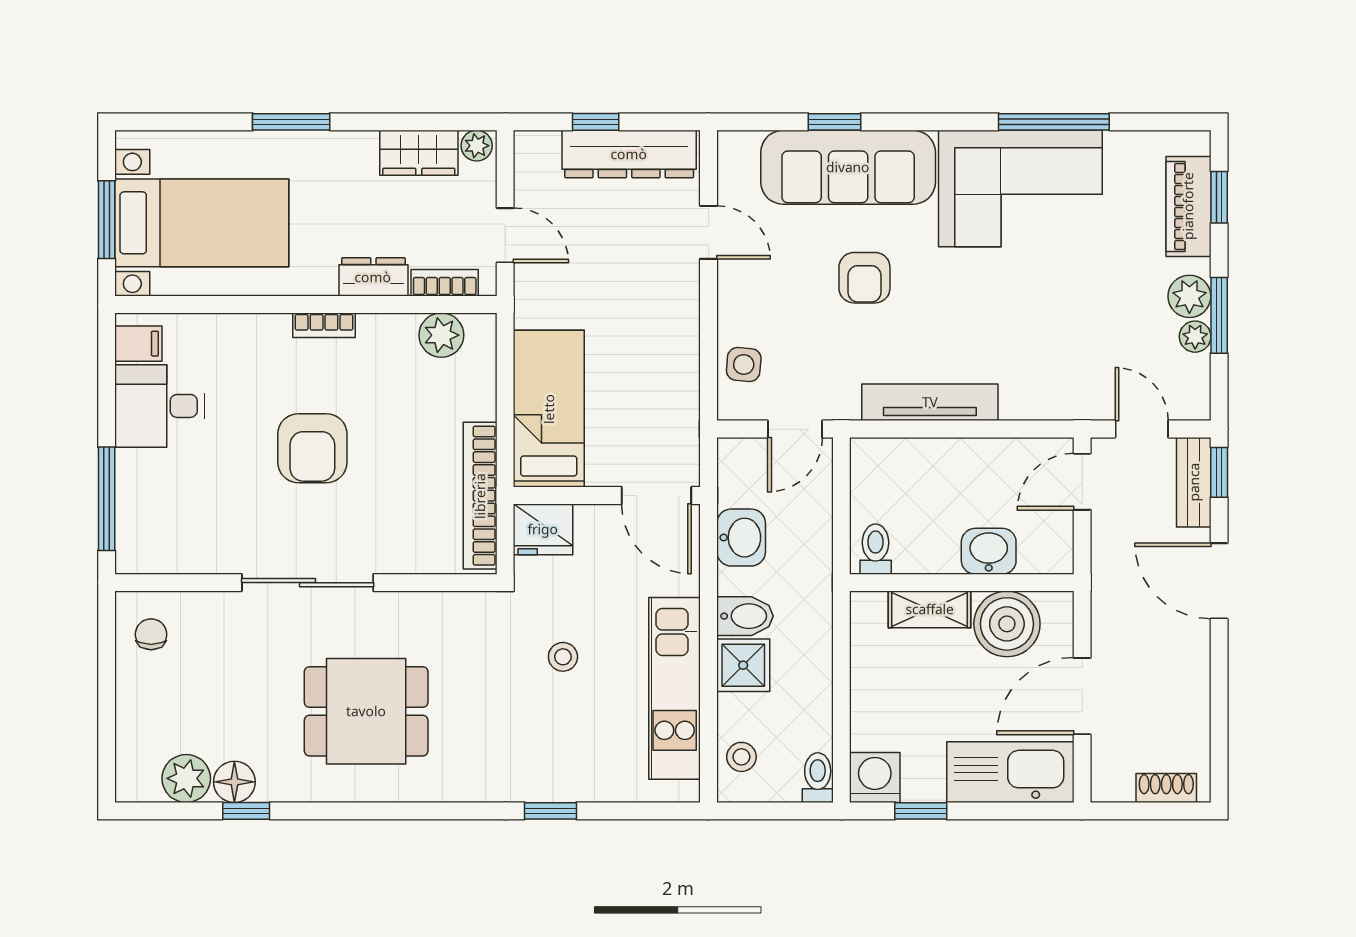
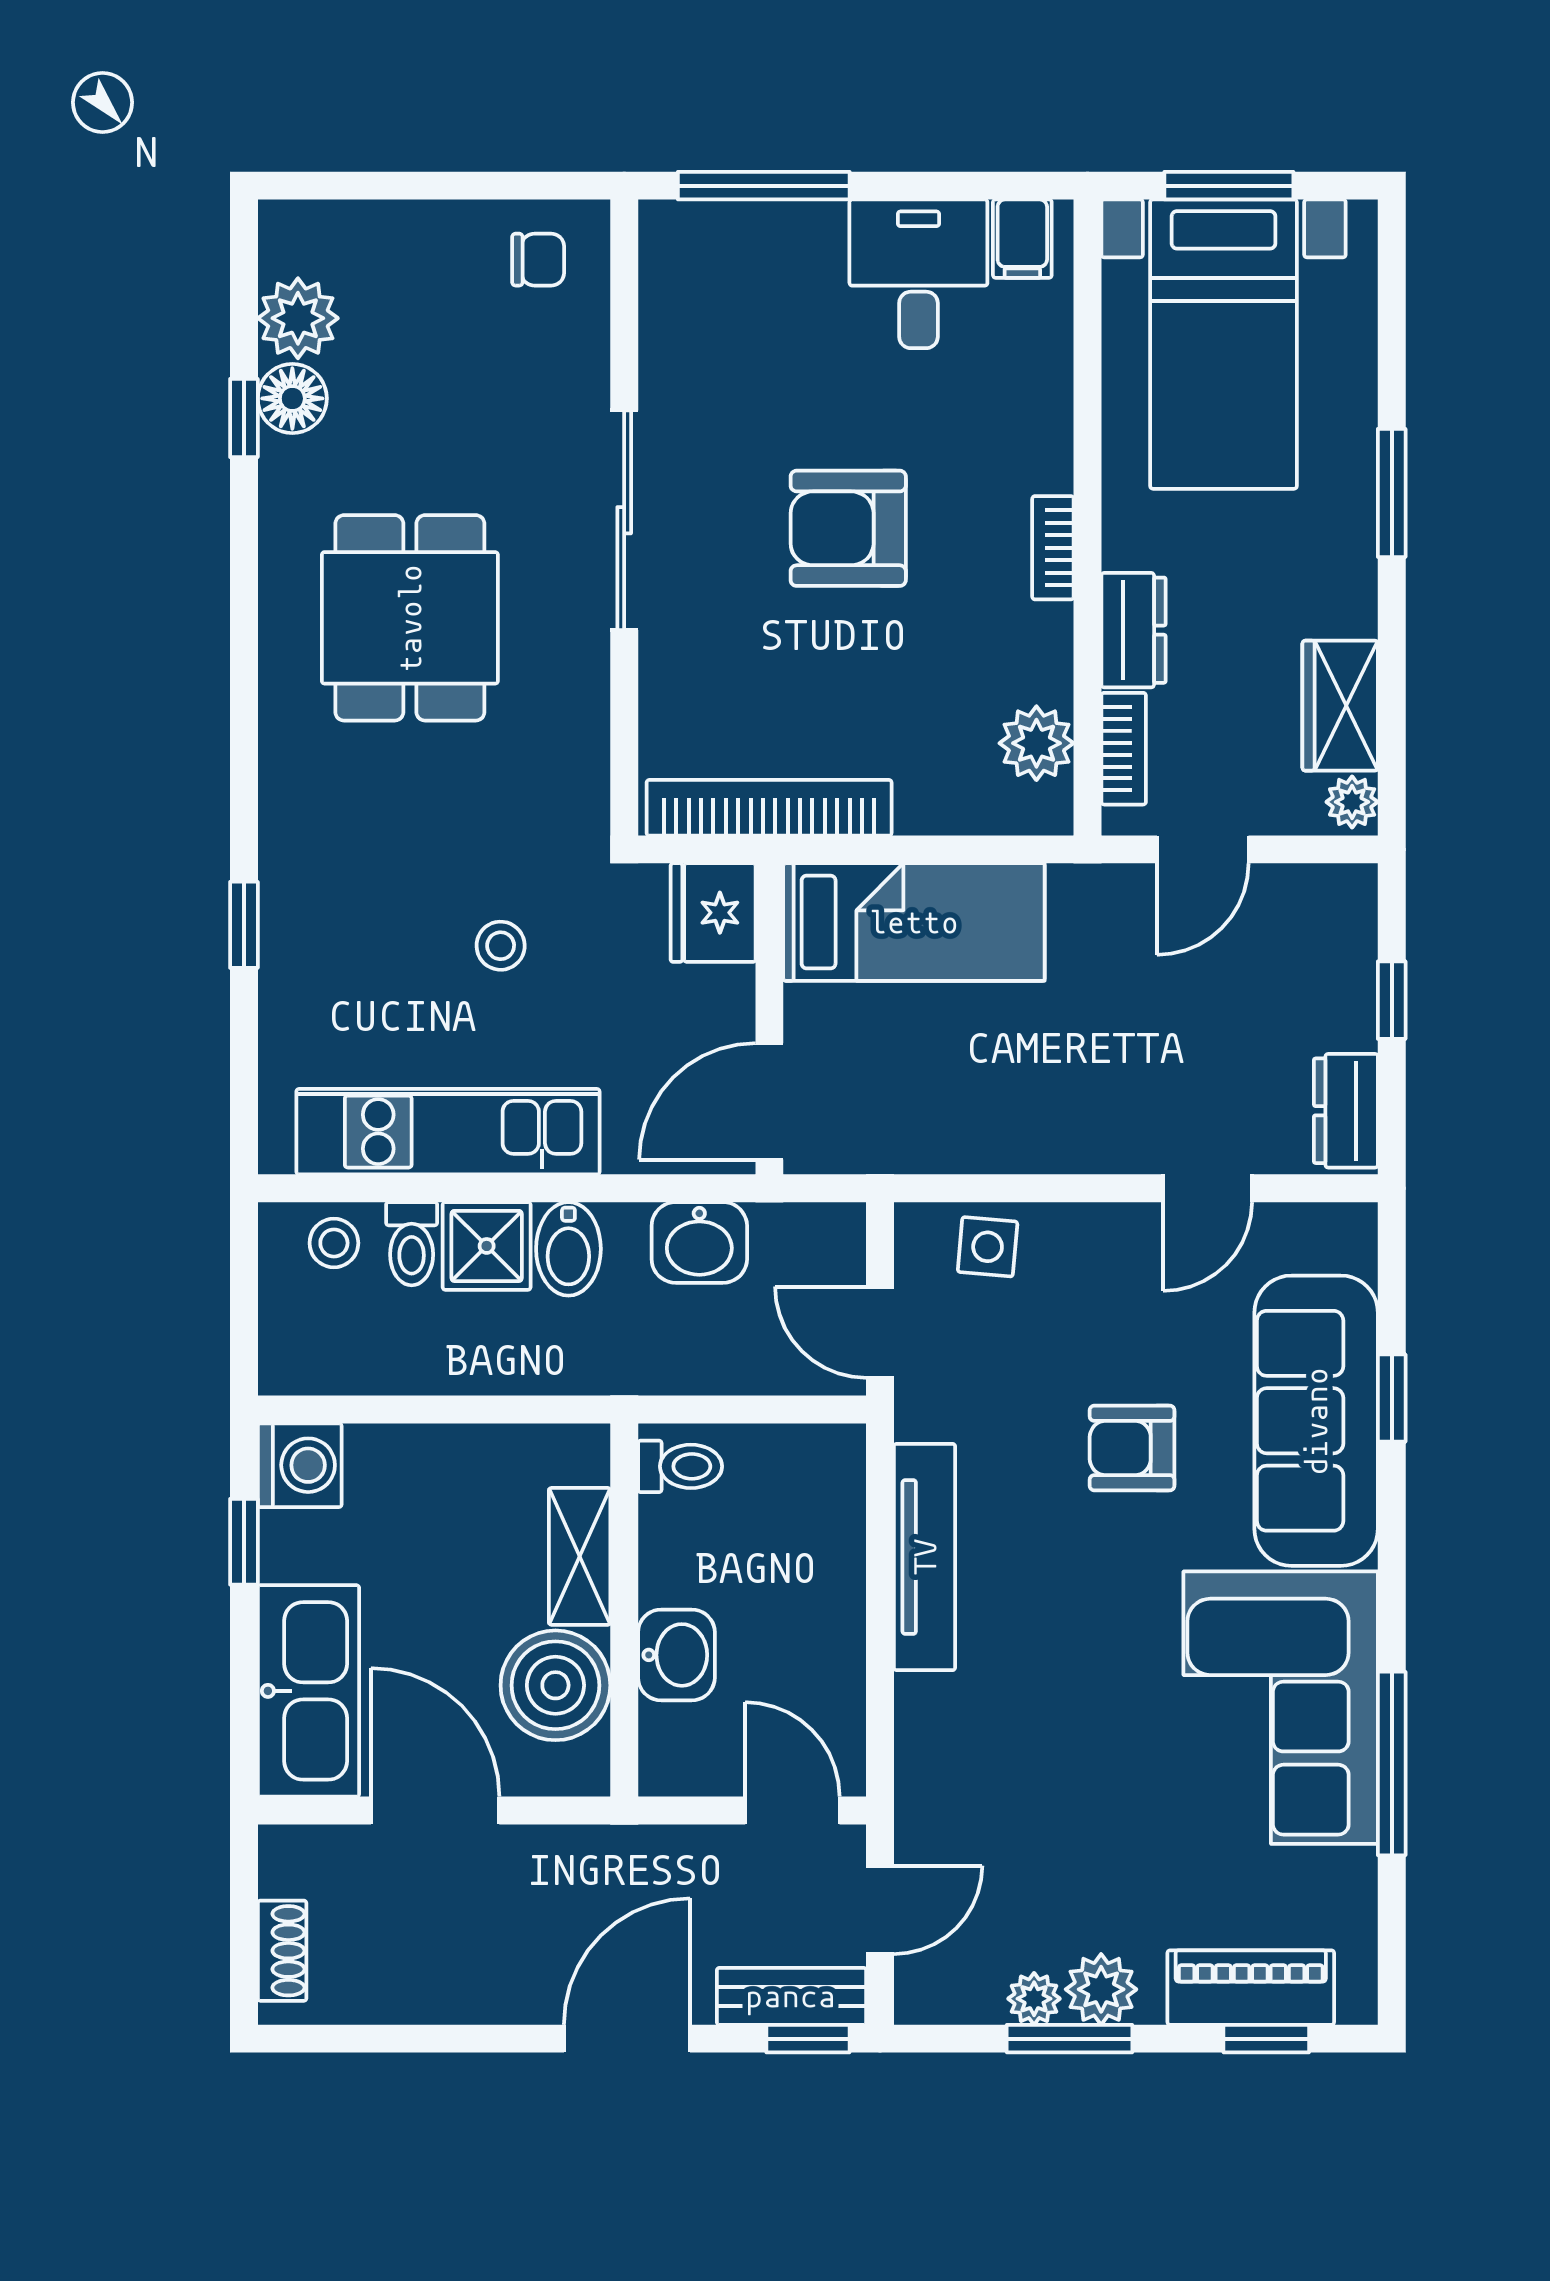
dresser: (629, 154) -> (1346, 1111), width x0.51, depth x0.80
toilet: (818, 778) -> (412, 1244), moved, turned 90

